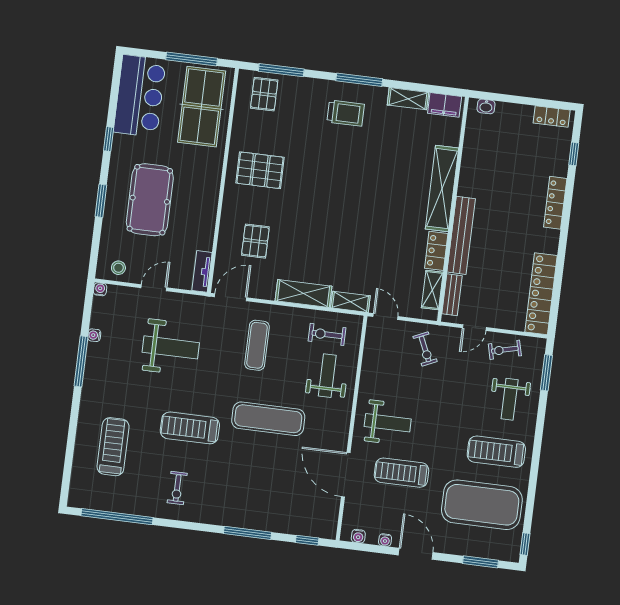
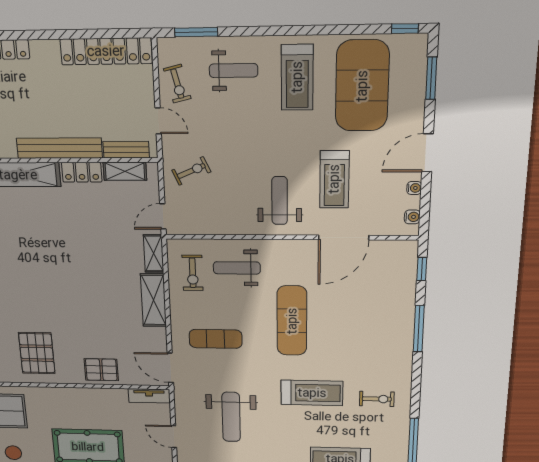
pallet: (255, 241) -> (101, 370), moved
weight bench: (171, 347) -> (231, 417), turned 180
treadmill: (190, 428) -> (312, 393), turned -90

